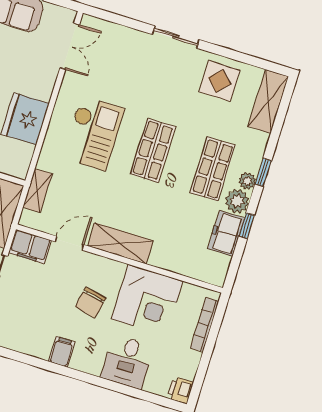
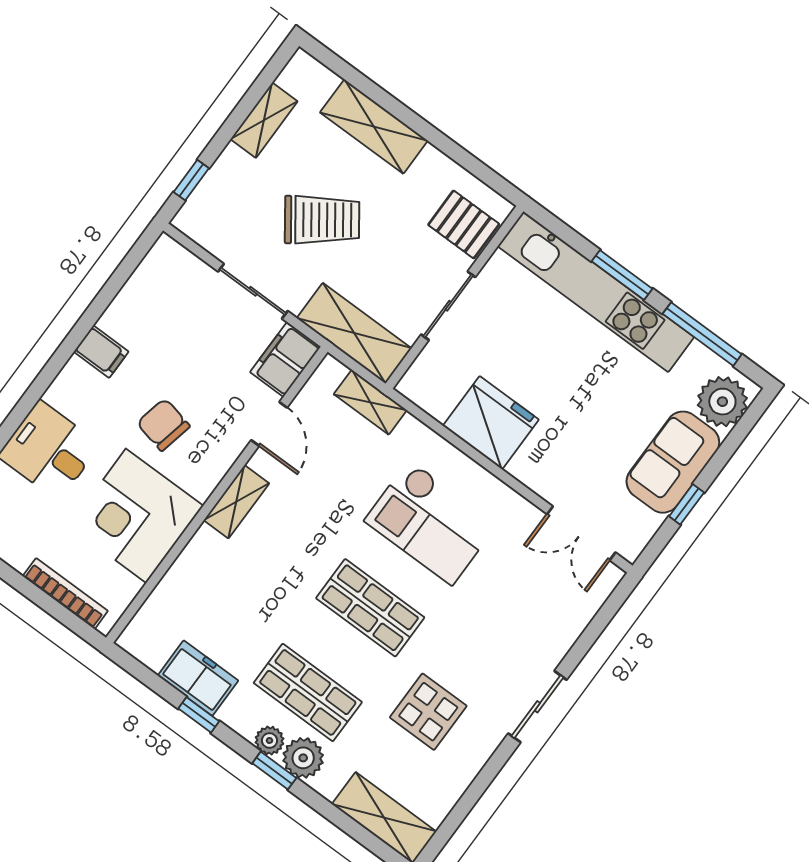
display table: (219, 81) -> (428, 712), moved
plant: (237, 201) -> (303, 758), moved
shelving: (120, 243) -> (236, 502), width x0.67, depth x0.75

